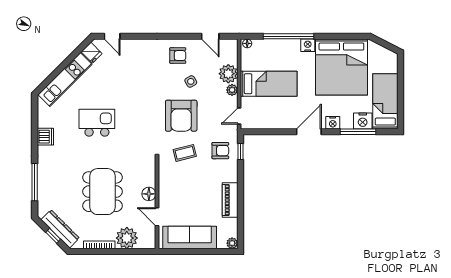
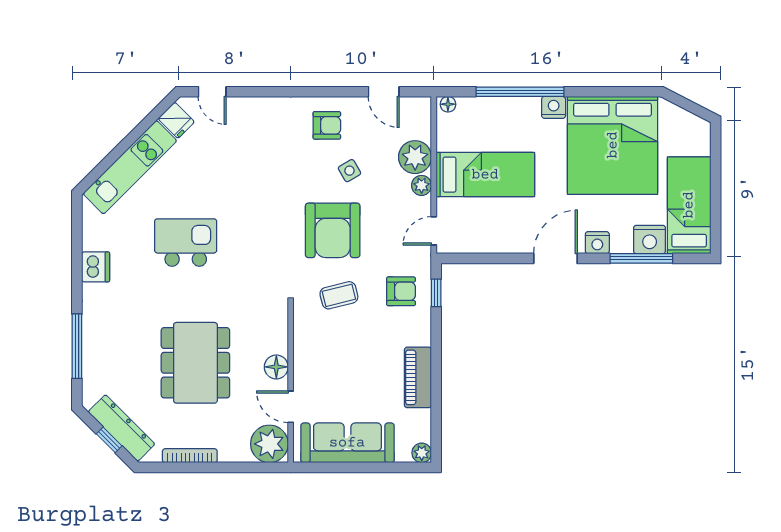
plant: (127, 238) -> (269, 444), moved

